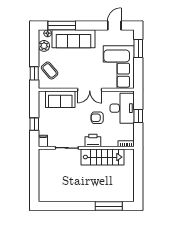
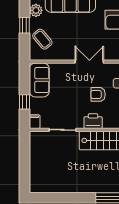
window: (34, 73) -> (25, 25), moved
double door: (90, 90) -> (89, 62), swing flipped
sofa: (60, 99) -> (39, 80), moved, turned -90

